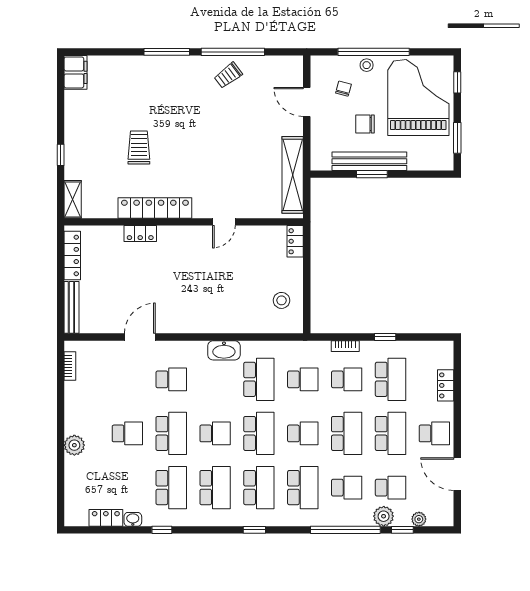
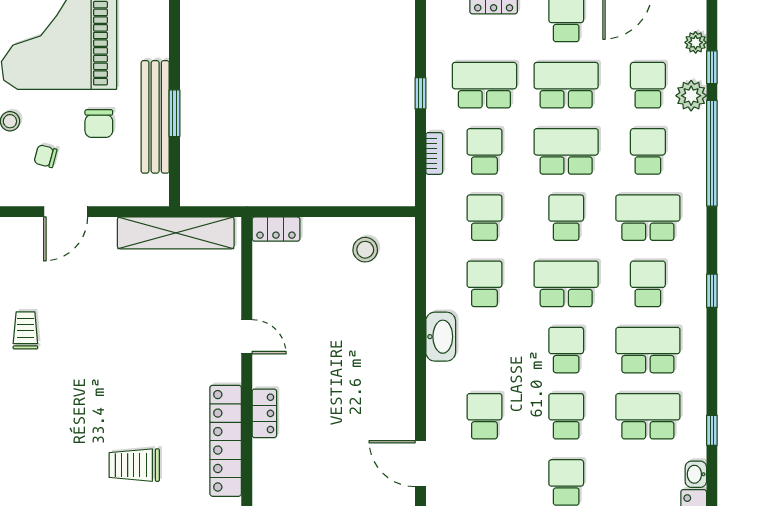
trolley: (228, 75) -> (25, 330), turned -143
locker: (140, 234) -> (264, 413), moved
school desk: (259, 379) -> (484, 284), width x0.54
school desk: (171, 433) -> (566, 416), width x0.54
school desk: (259, 488) -> (648, 284), width x0.54

